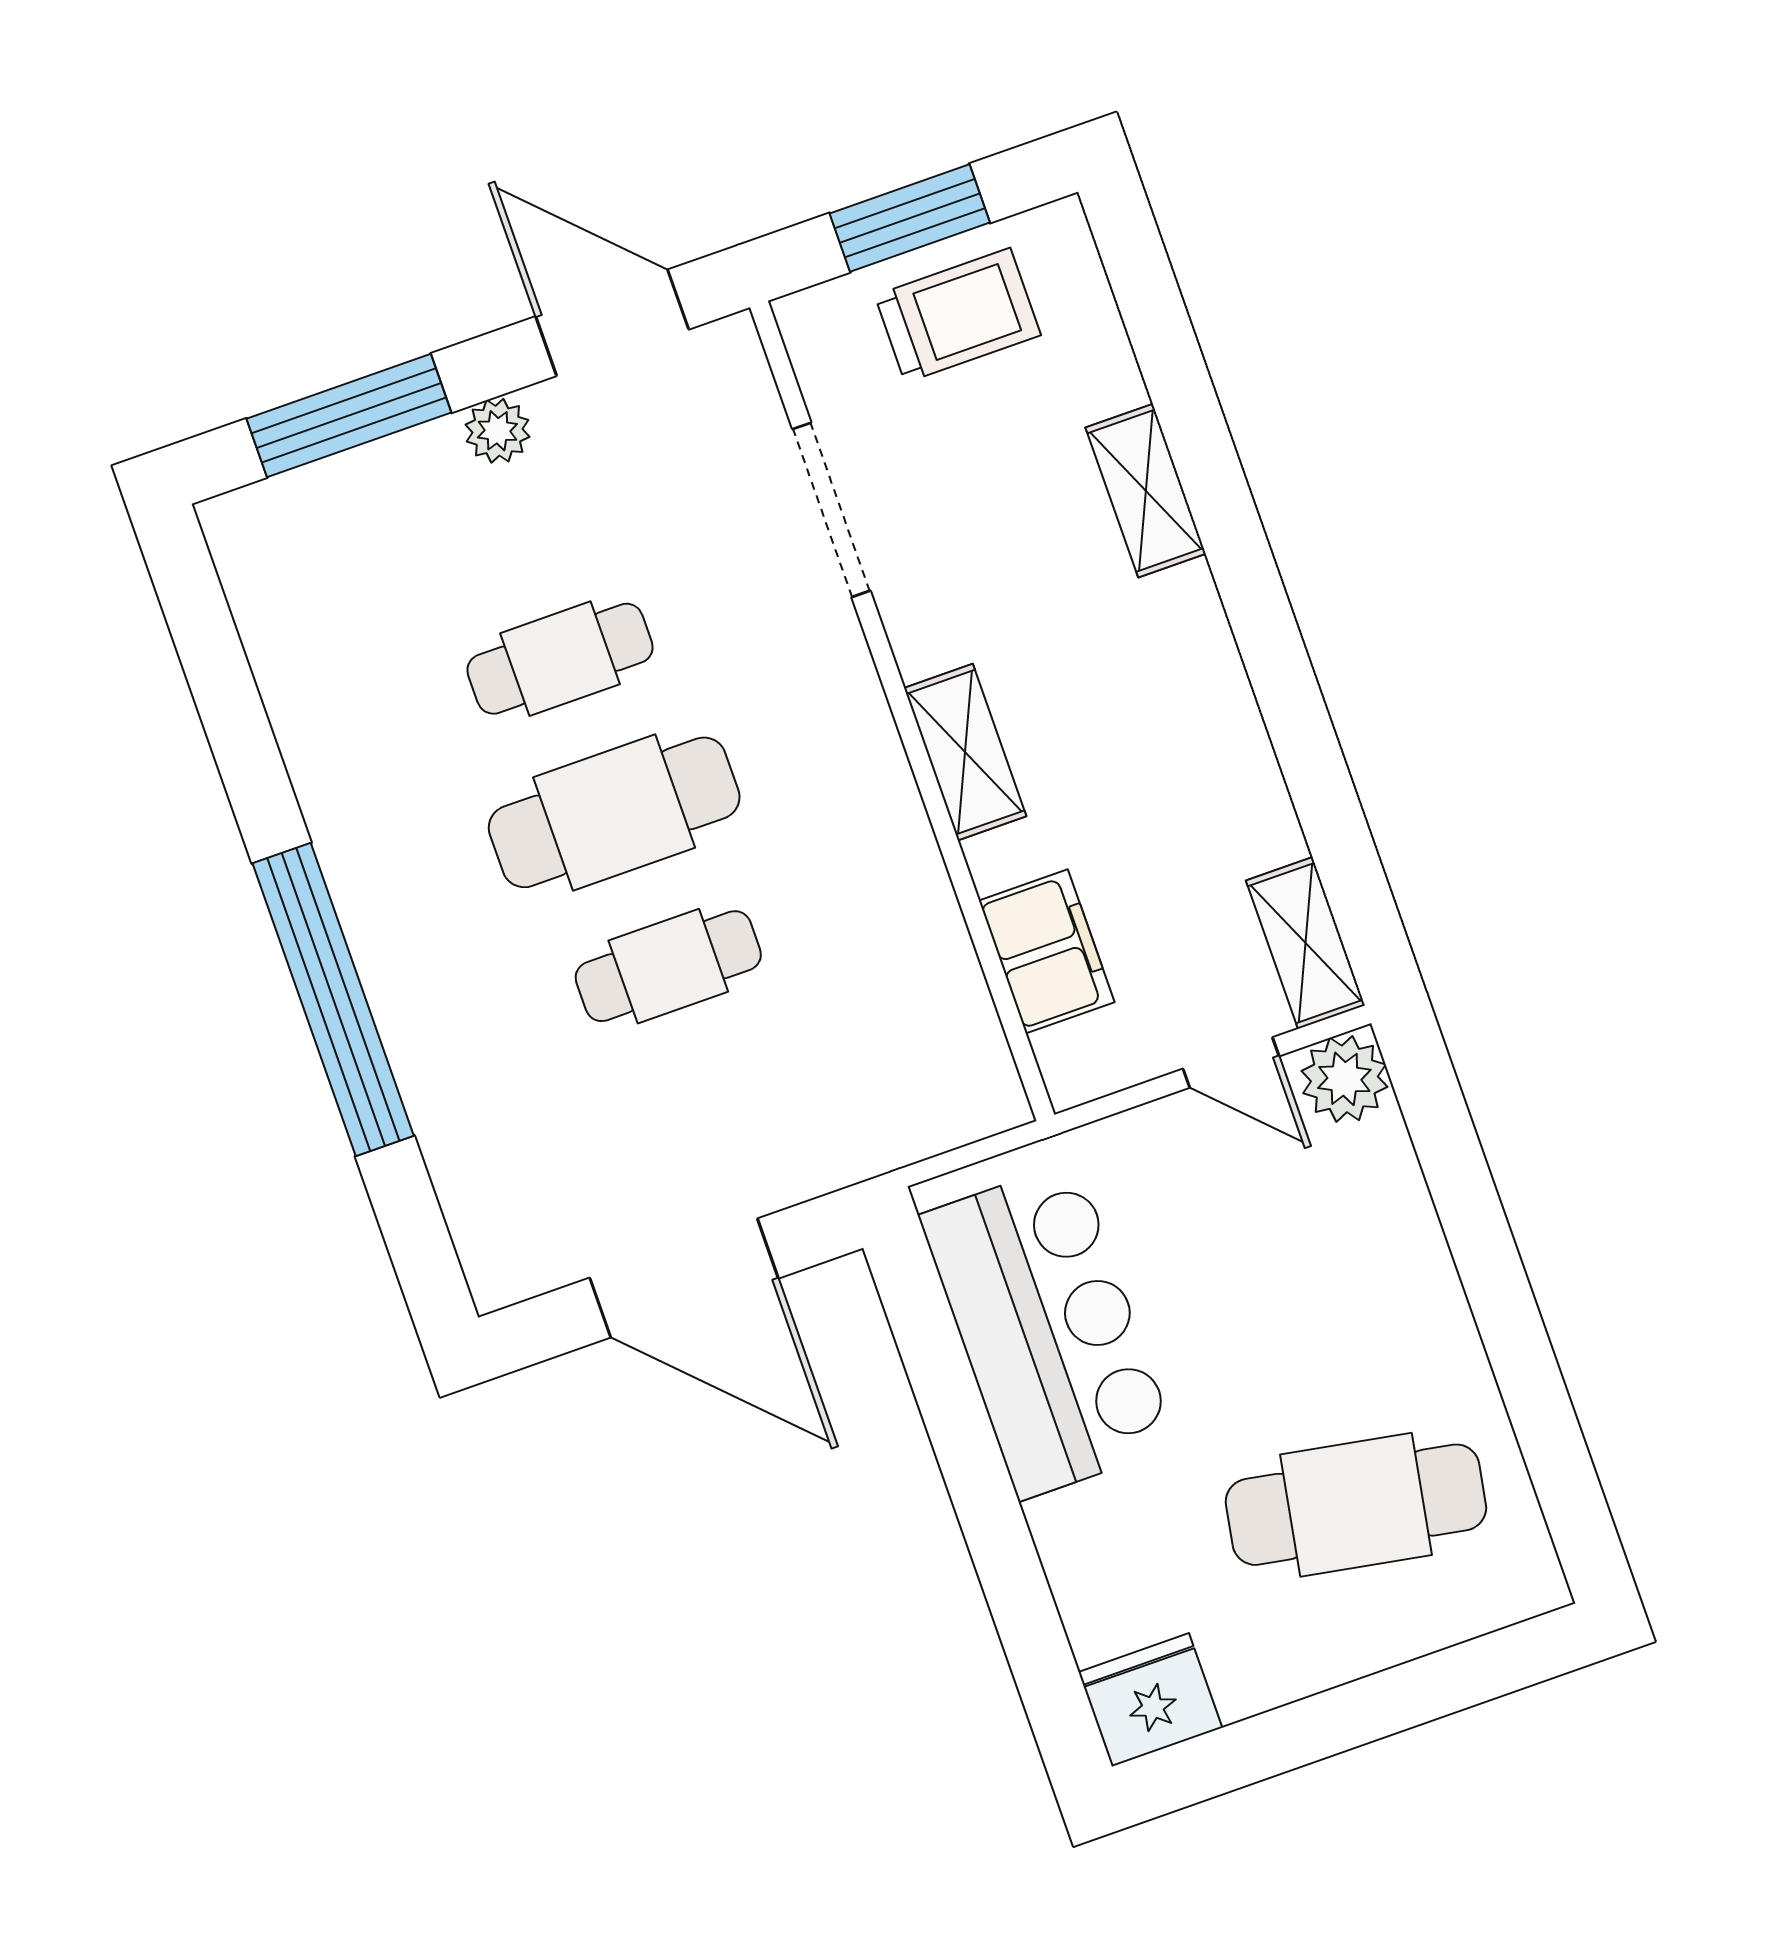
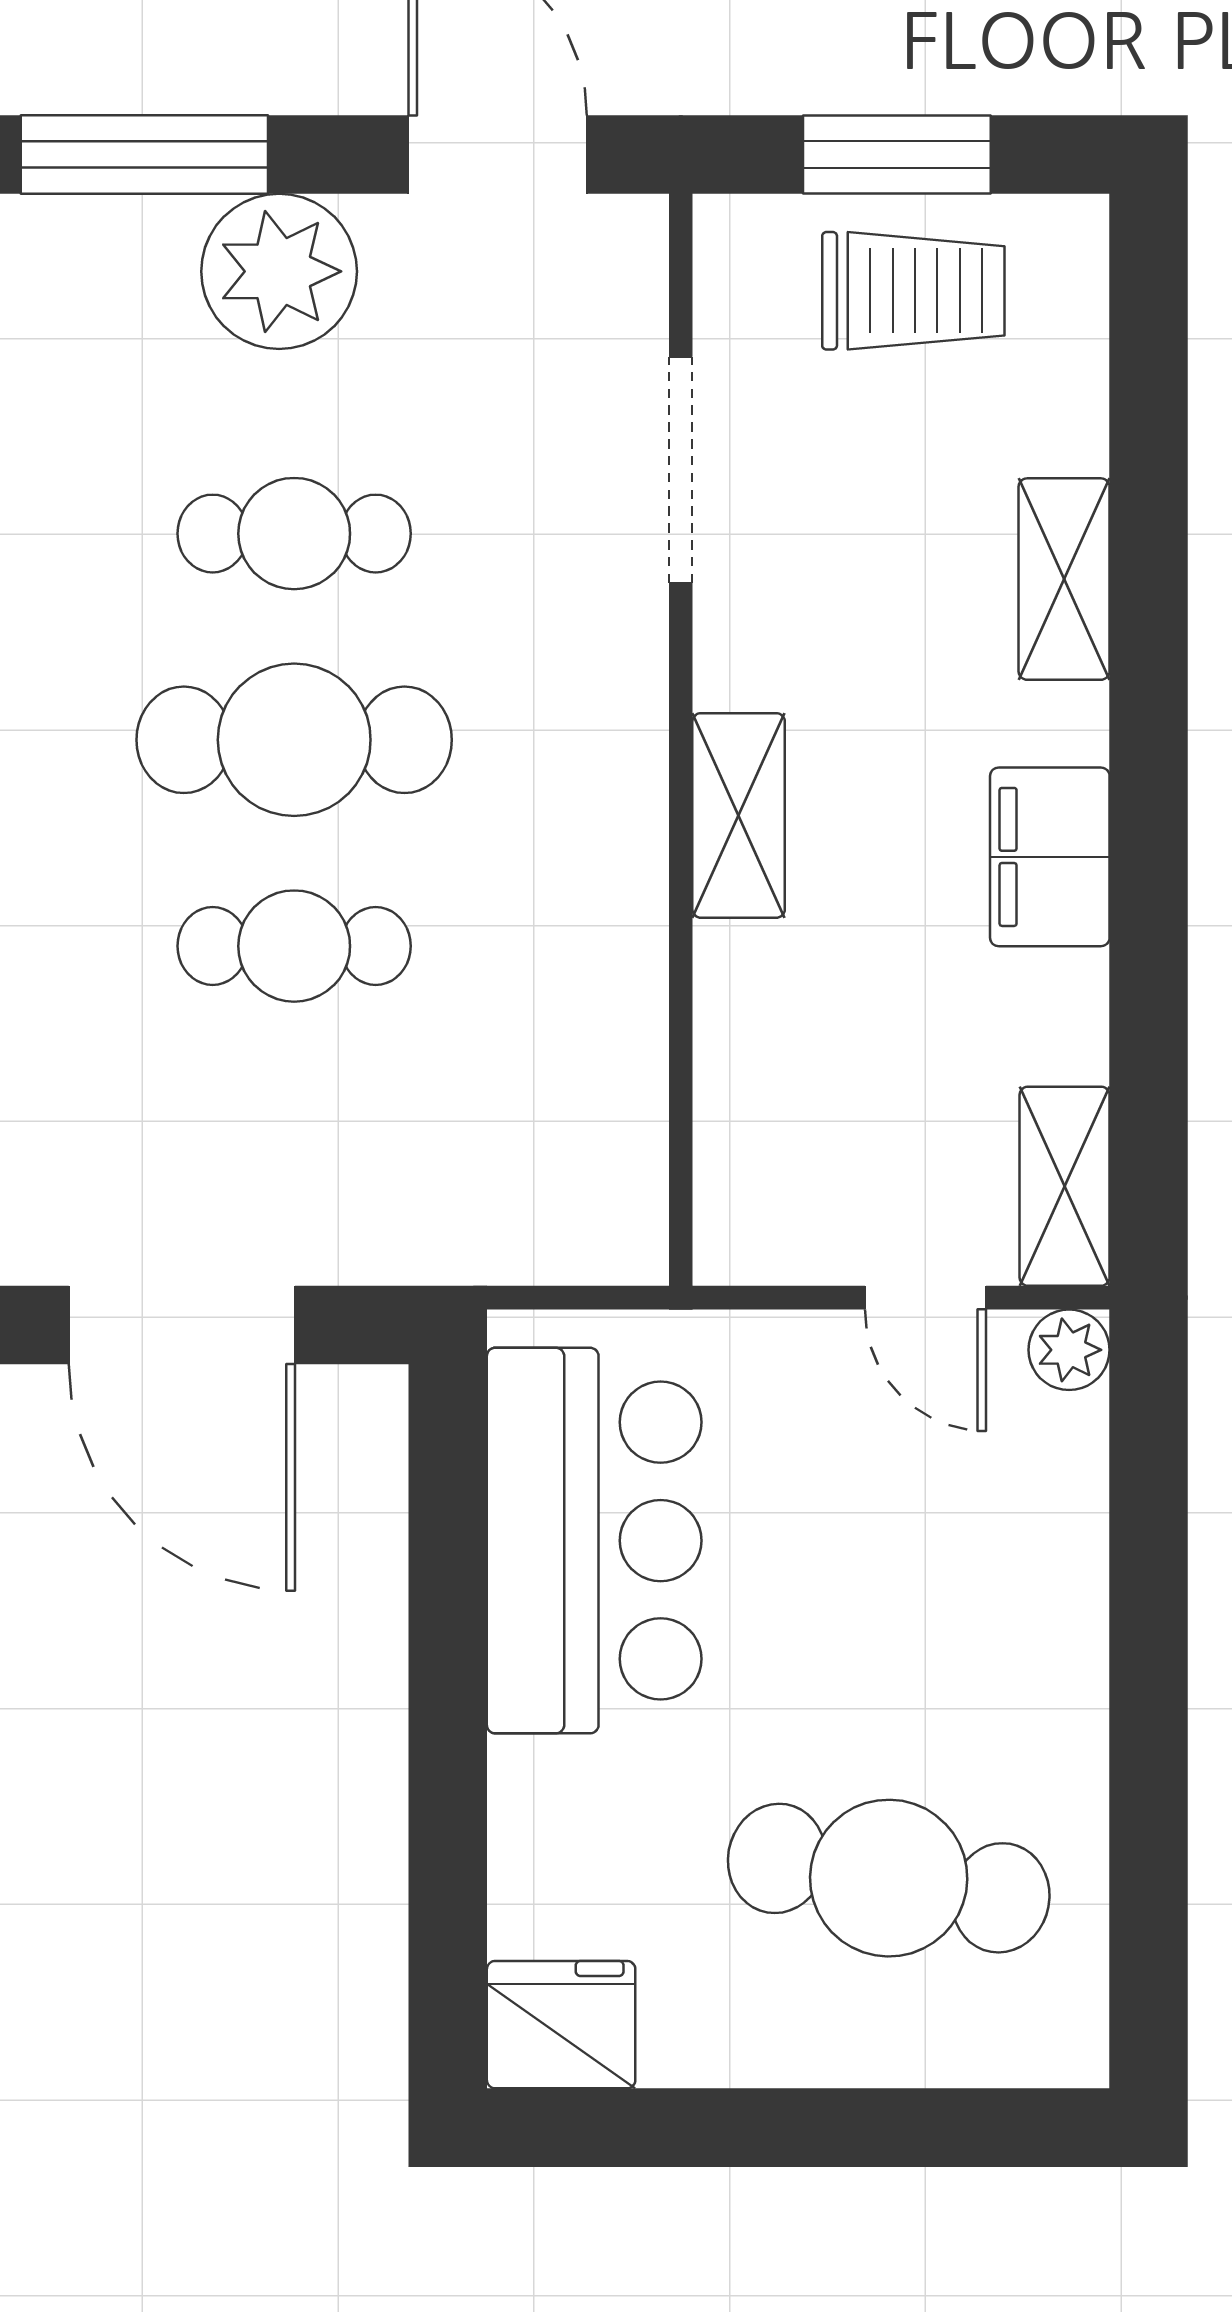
plant: (497, 431) -> (279, 271), width x1.88, depth x1.88
filing cabinet: (1047, 951) -> (1050, 857), moved, turned 180
plant: (1344, 1079) -> (1069, 1350), width x0.73, depth x0.73

